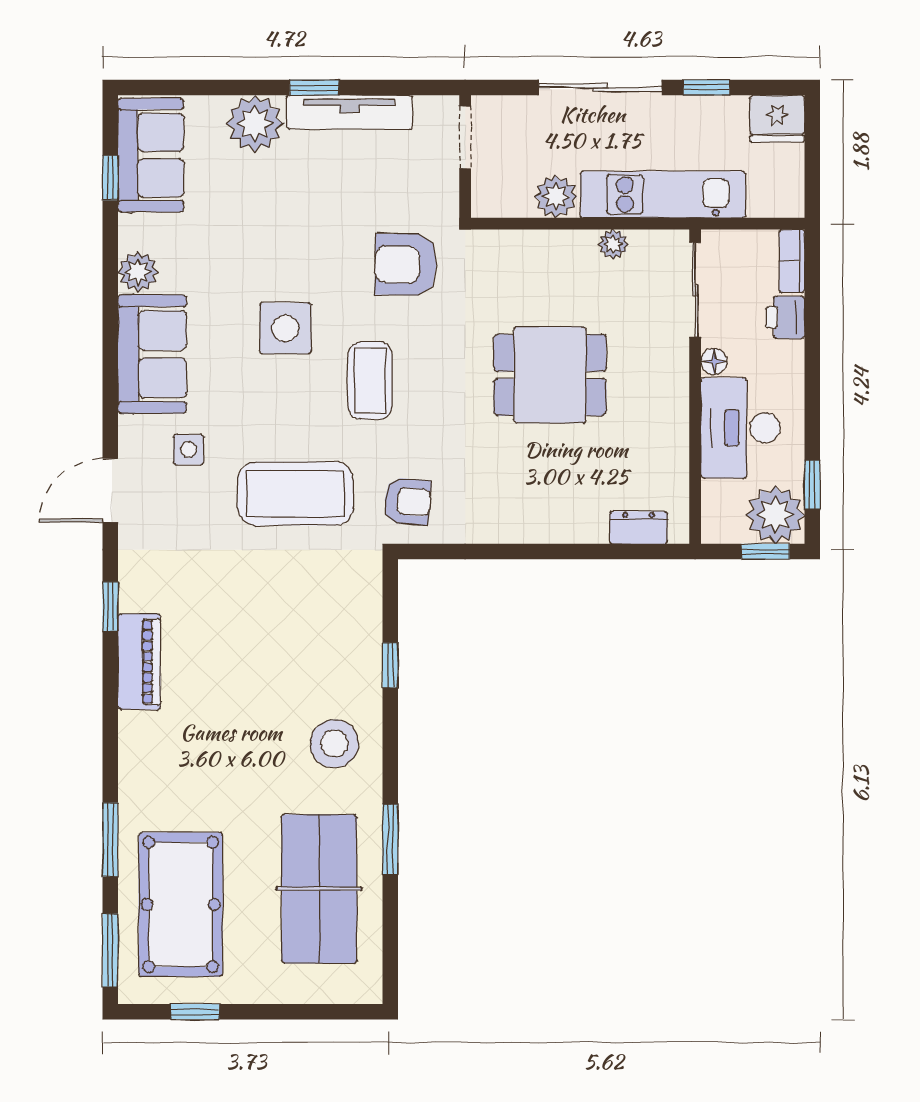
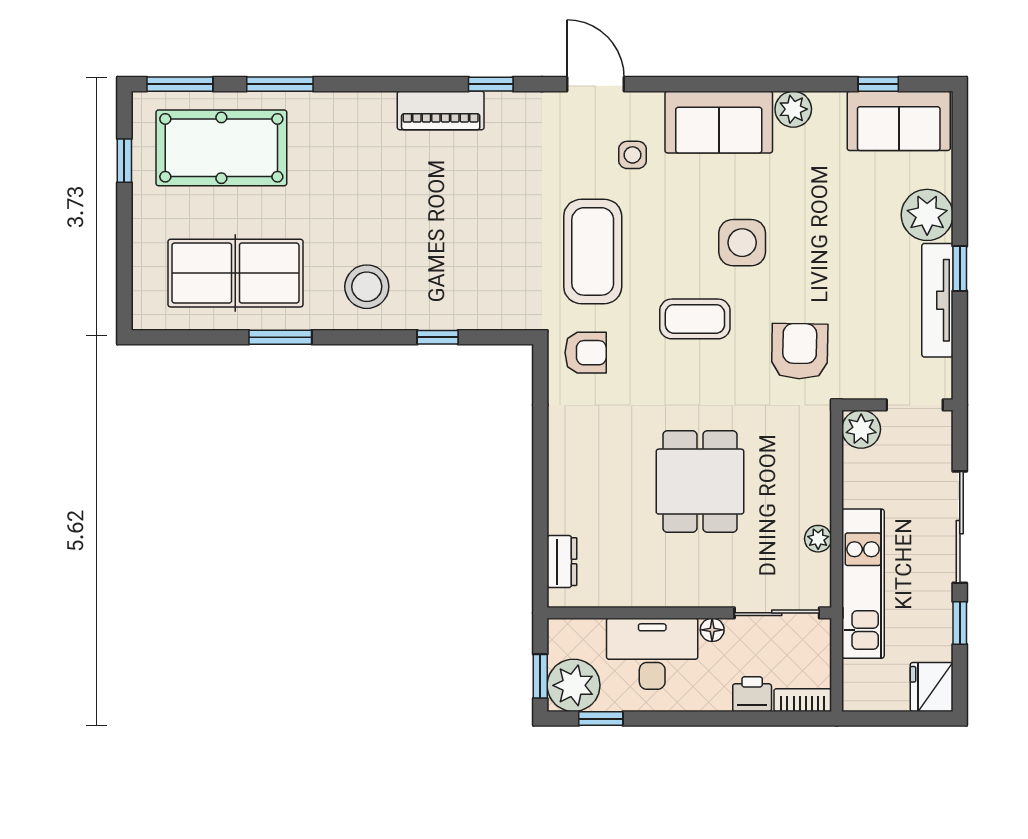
plant: (556, 197) -> (861, 429), moved
armchair: (407, 501) -> (586, 353), turned -95

